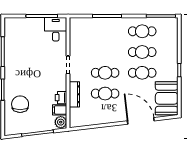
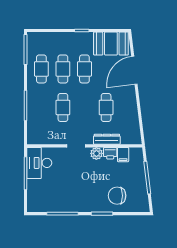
desk: (56, 29) -> (39, 163), width x1.37
cafe table: (105, 73) -> (63, 107), moved
plant: (61, 122) -> (96, 153), moved

